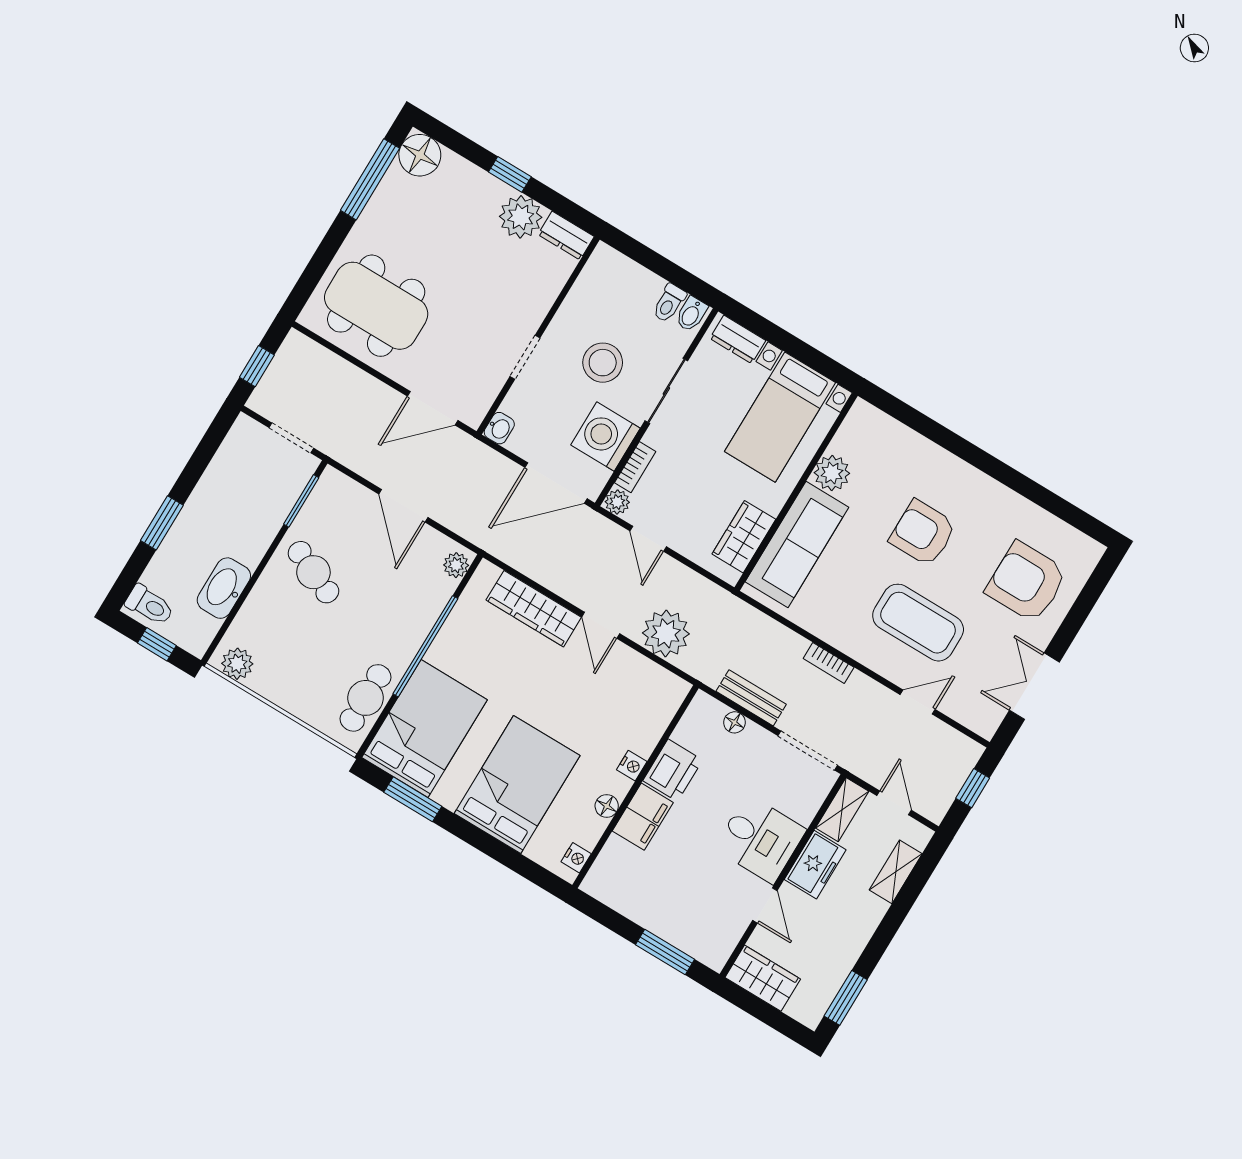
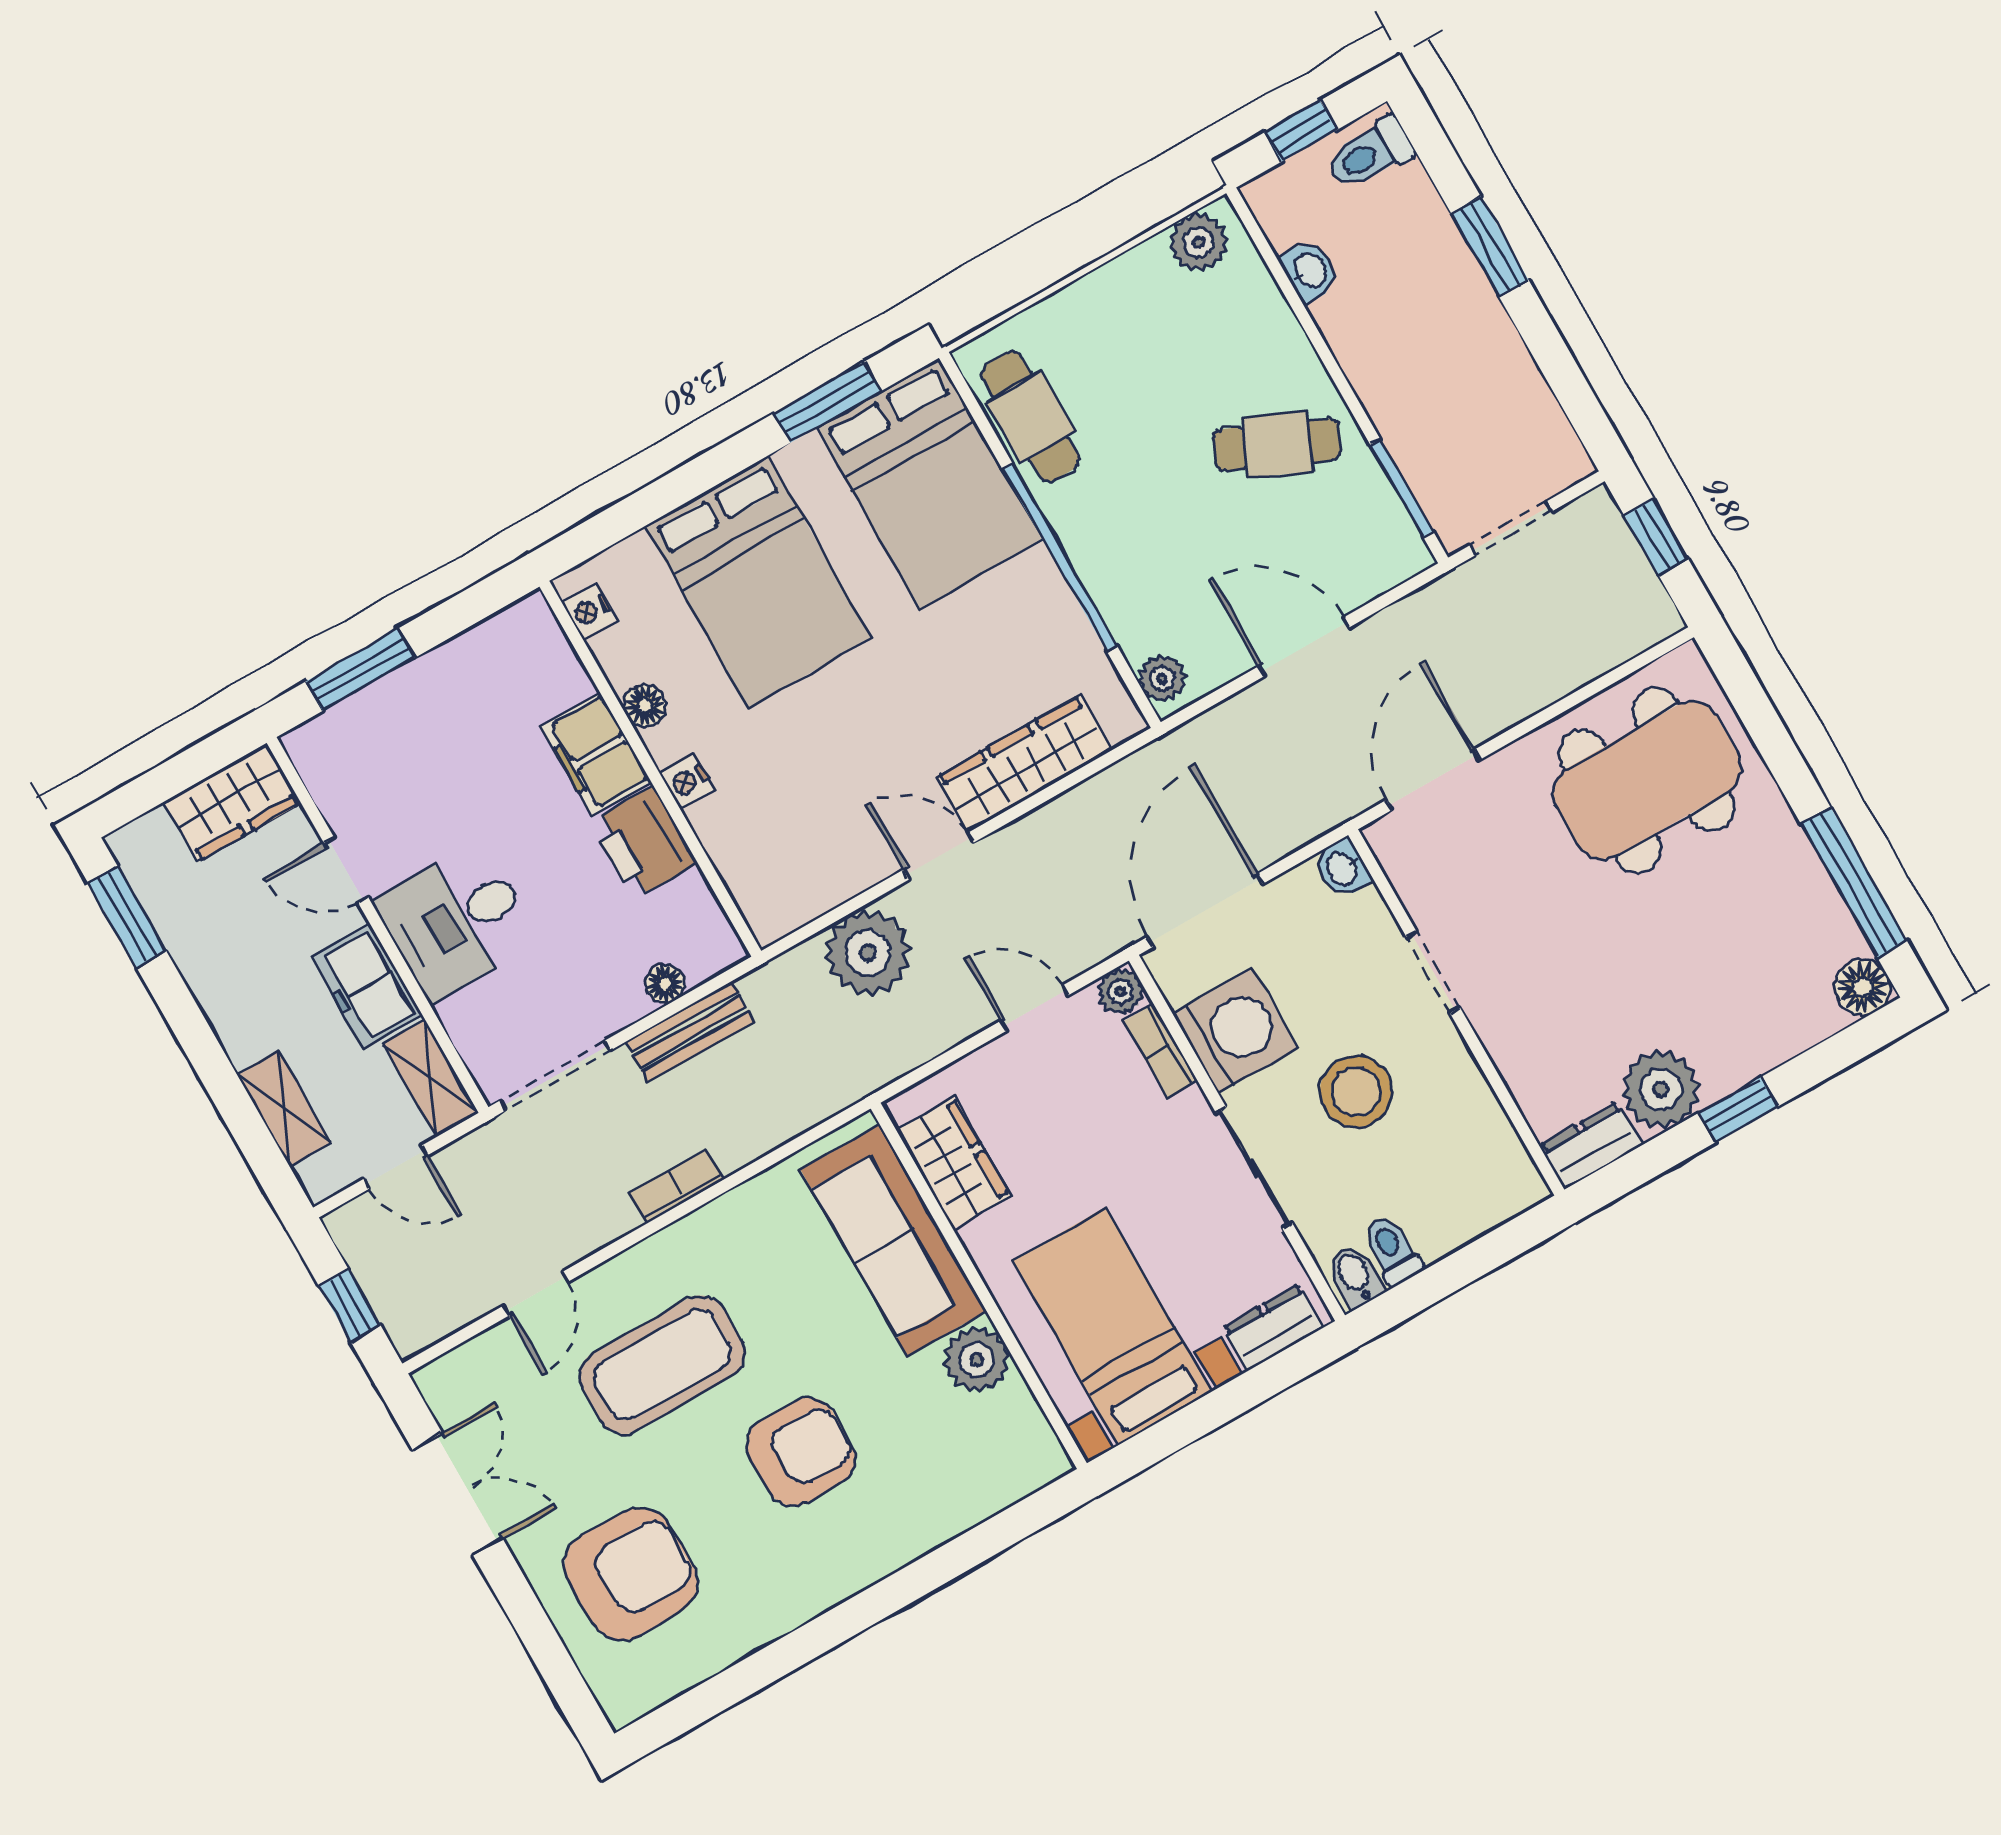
floor lamp: (420, 155) -> (1863, 987), width x0.73, depth x0.73
washbasin: (224, 588) -> (1310, 271), width x0.52, depth x0.69

